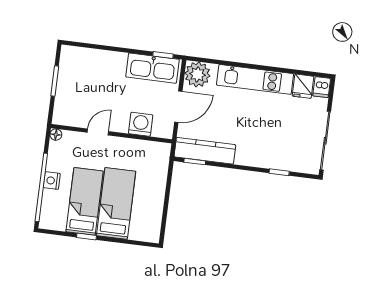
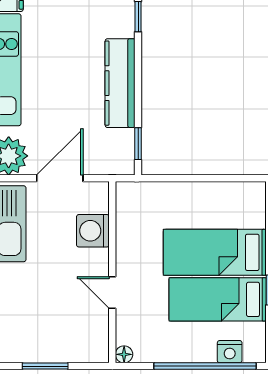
door: (178, 107) -> (60, 178), hinge flipped
kitchen counter: (205, 151) -> (120, 83), moved
nightstand: (52, 181) -> (230, 352), moved

